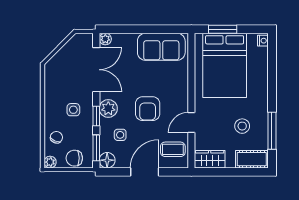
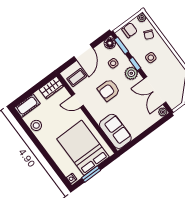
window: (223, 29) -> (91, 174), moved
sofa: (161, 47) -> (115, 131), moved, turned 90
armchair: (148, 109) -> (109, 90), turned -90
door: (191, 123) -> (78, 101), swing flipped
stool: (242, 126) -> (36, 125), moved
window: (272, 131) -> (28, 131), removed

